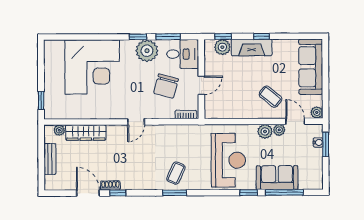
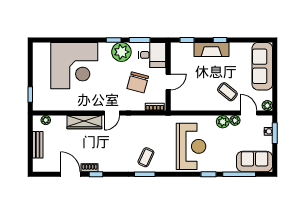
plant: (222, 47) -> (186, 49), removed
wardrobe: (86, 133) -> (84, 122), moved
sofa: (277, 178) -> (255, 161), moved

